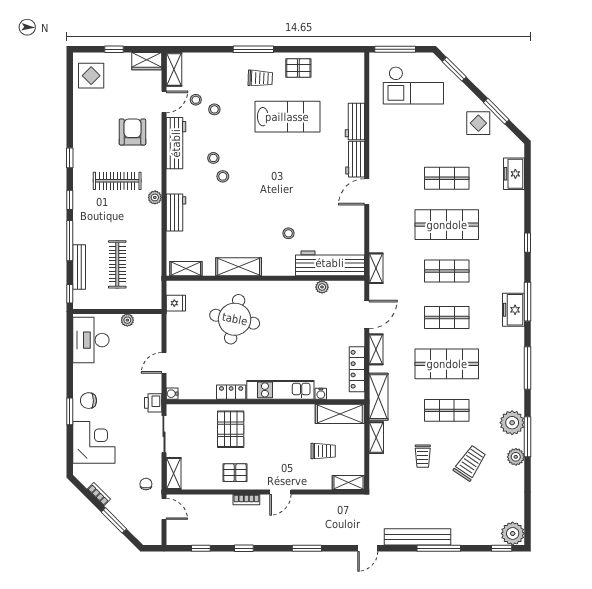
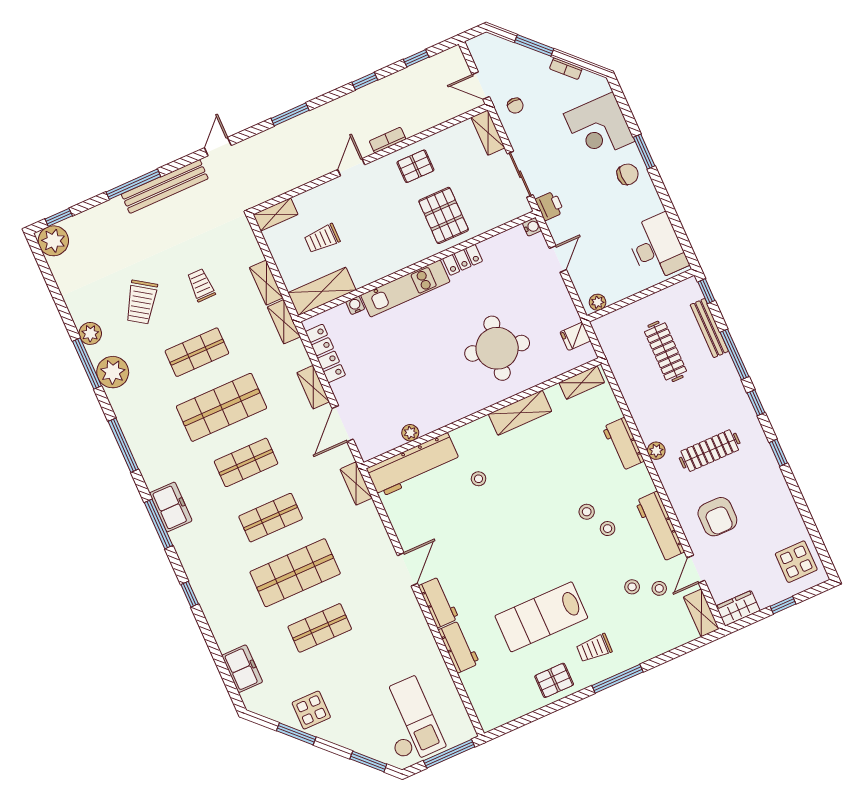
checkout: (413, 85) -> (408, 721), turned 90
plant: (127, 320) -> (598, 302), moved
shelving: (379, 397) -> (284, 322), width x0.67, depth x0.75

